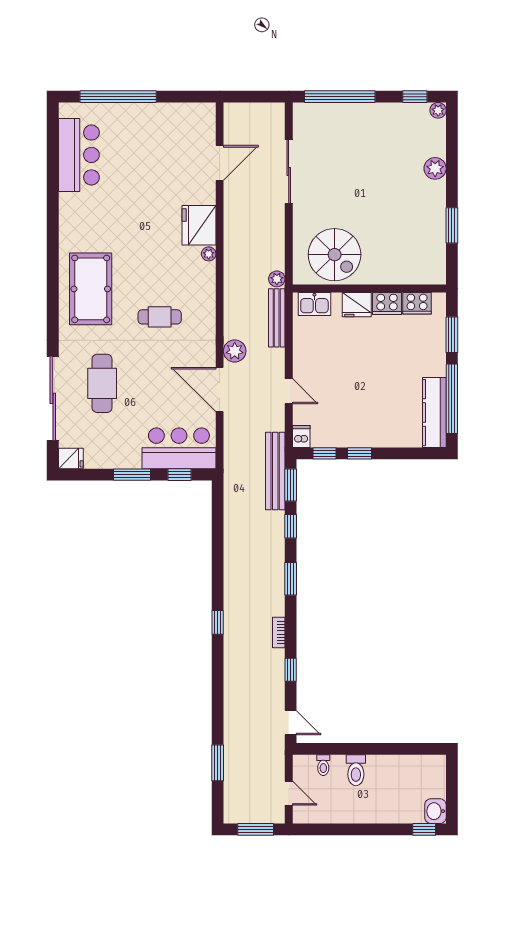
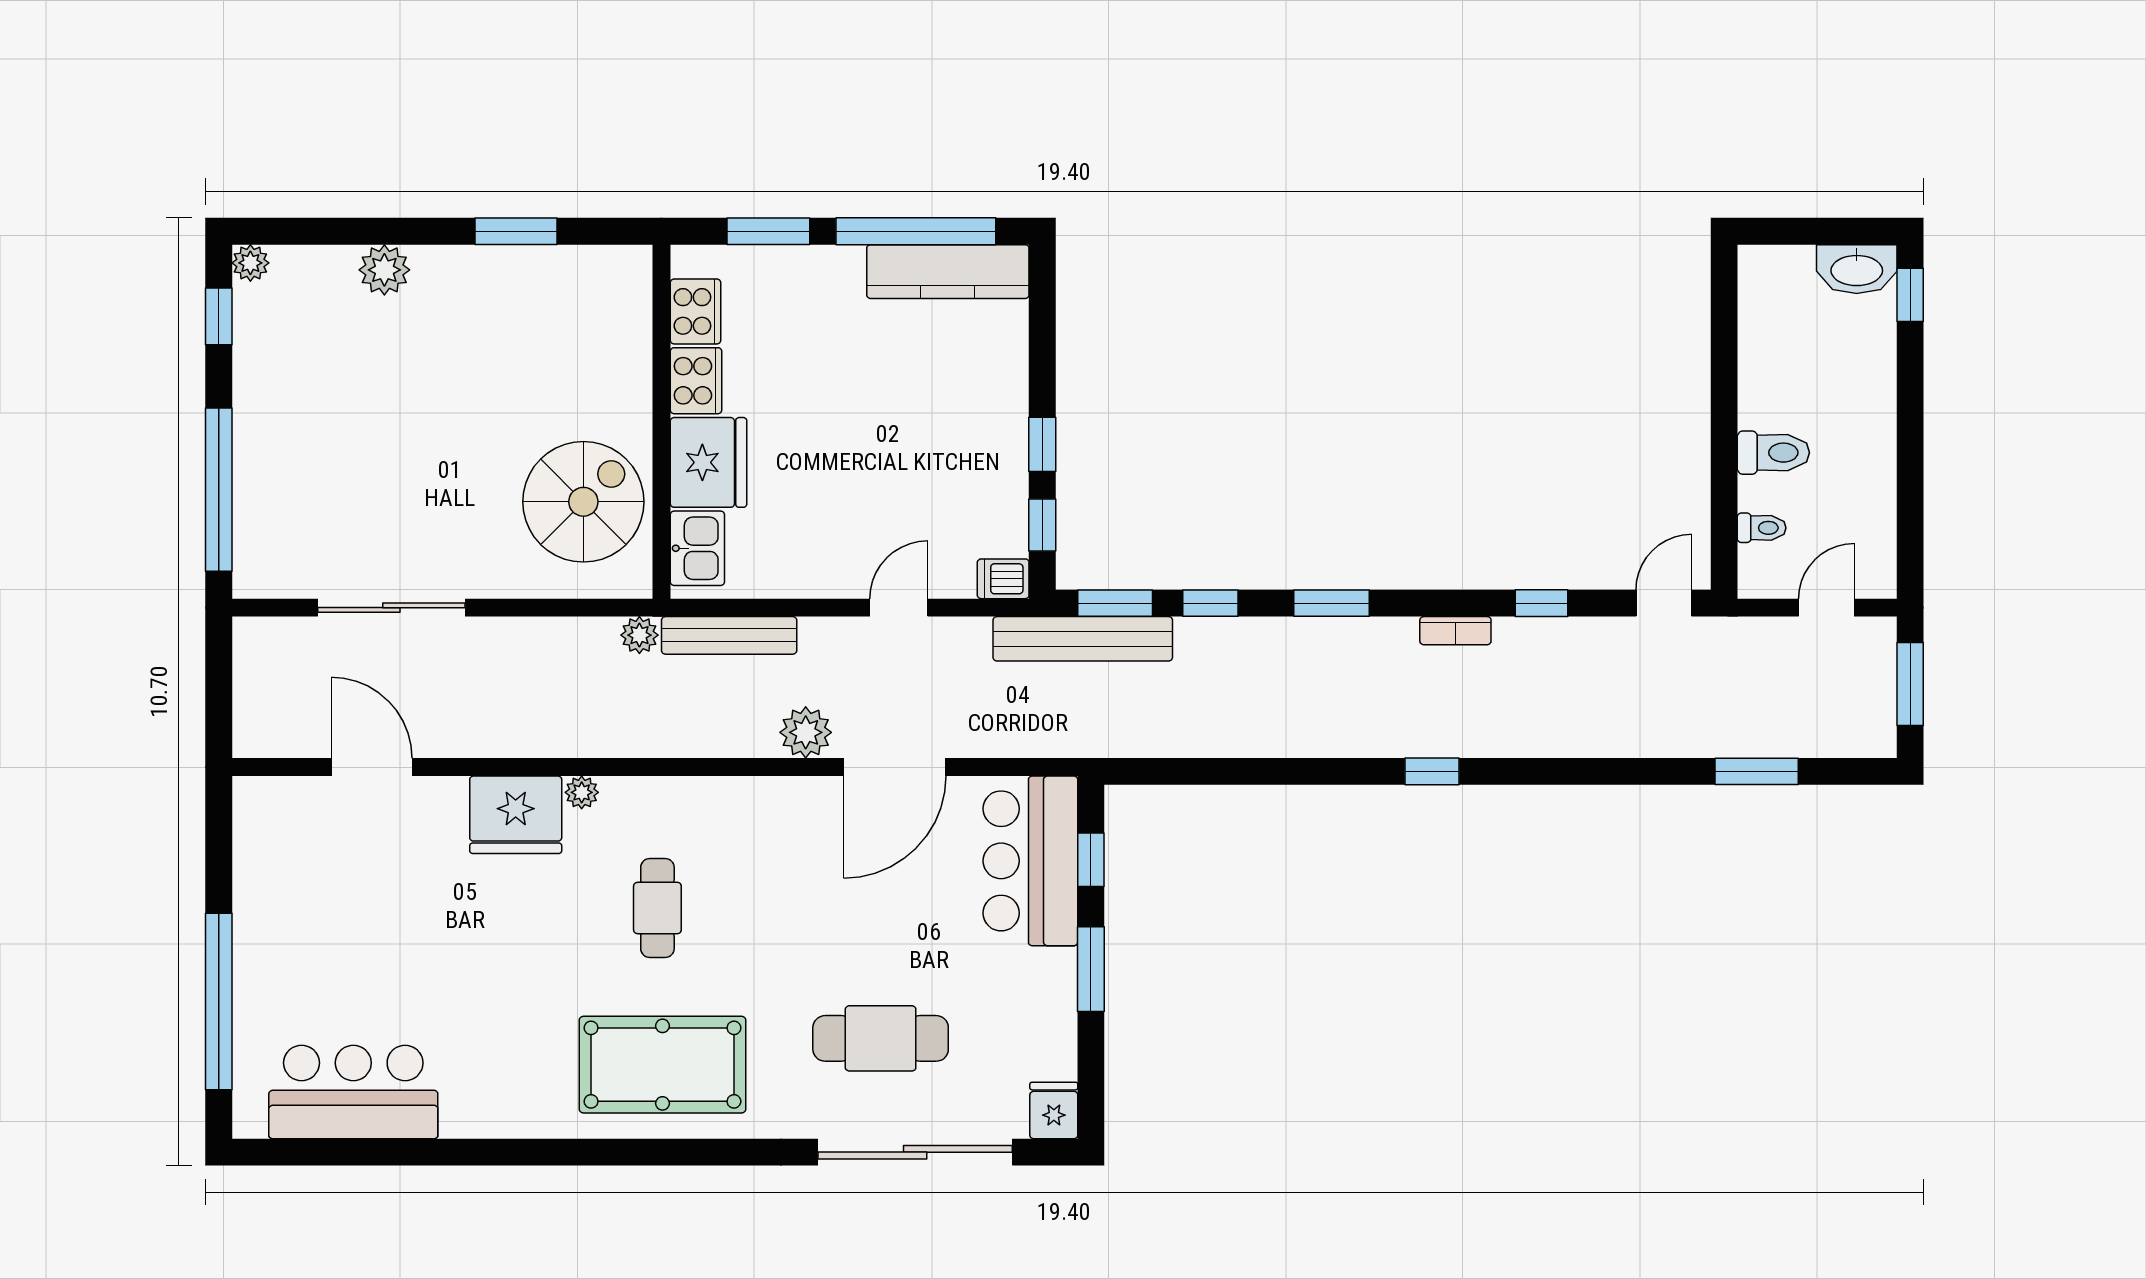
fridge: (357, 305) -> (708, 462), width x1.36, depth x1.34
cafe table: (160, 317) -> (657, 908), moved
washbasin: (435, 811) -> (1857, 269), width x1.38

